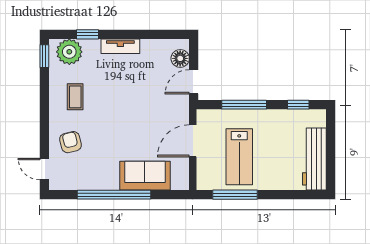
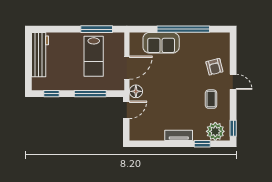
floor lamp: (180, 58) -> (136, 91), moved
lab bench: (239, 157) -> (94, 56), turned 180
door: (44, 169) -> (233, 82), moved

